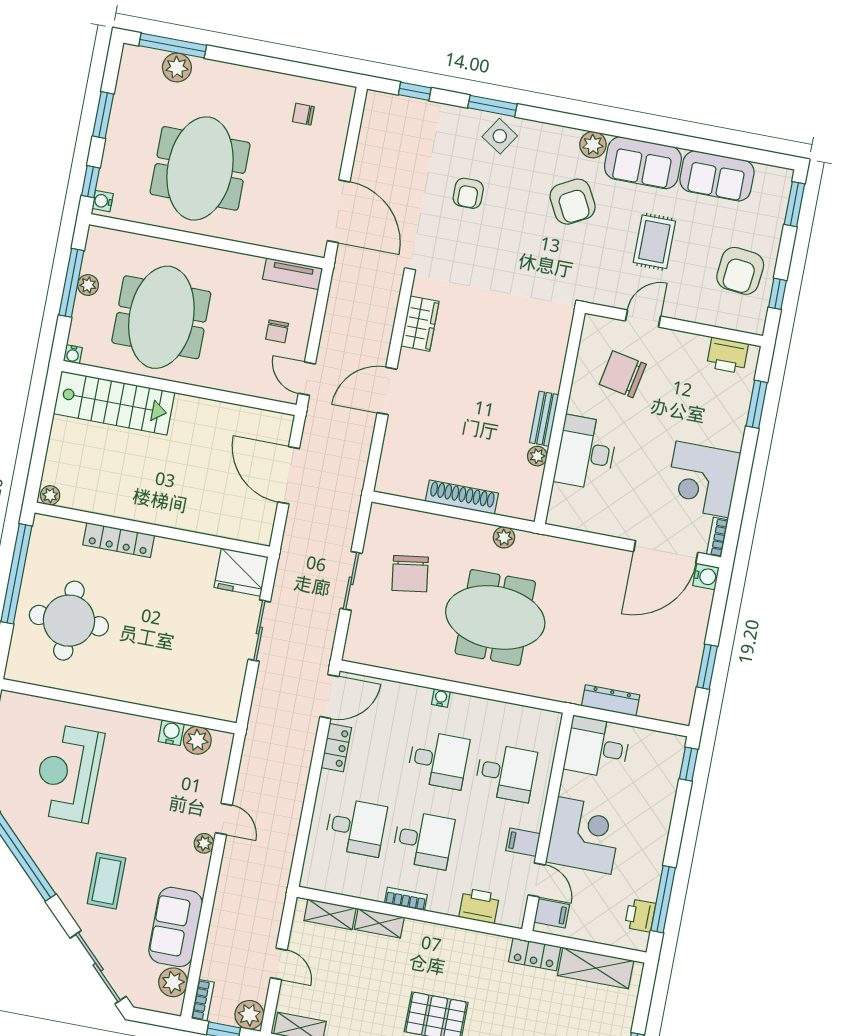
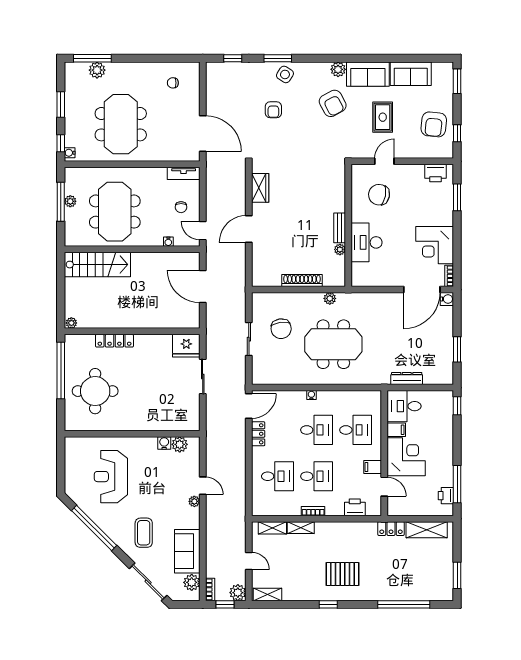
water cooler: (73, 354) -> (168, 242), moved
filing cabinet: (552, 913) -> (396, 430), moved

